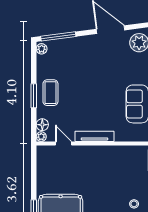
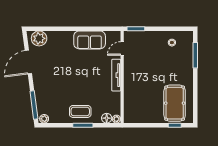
door: (63, 143) -> (122, 48), moved

